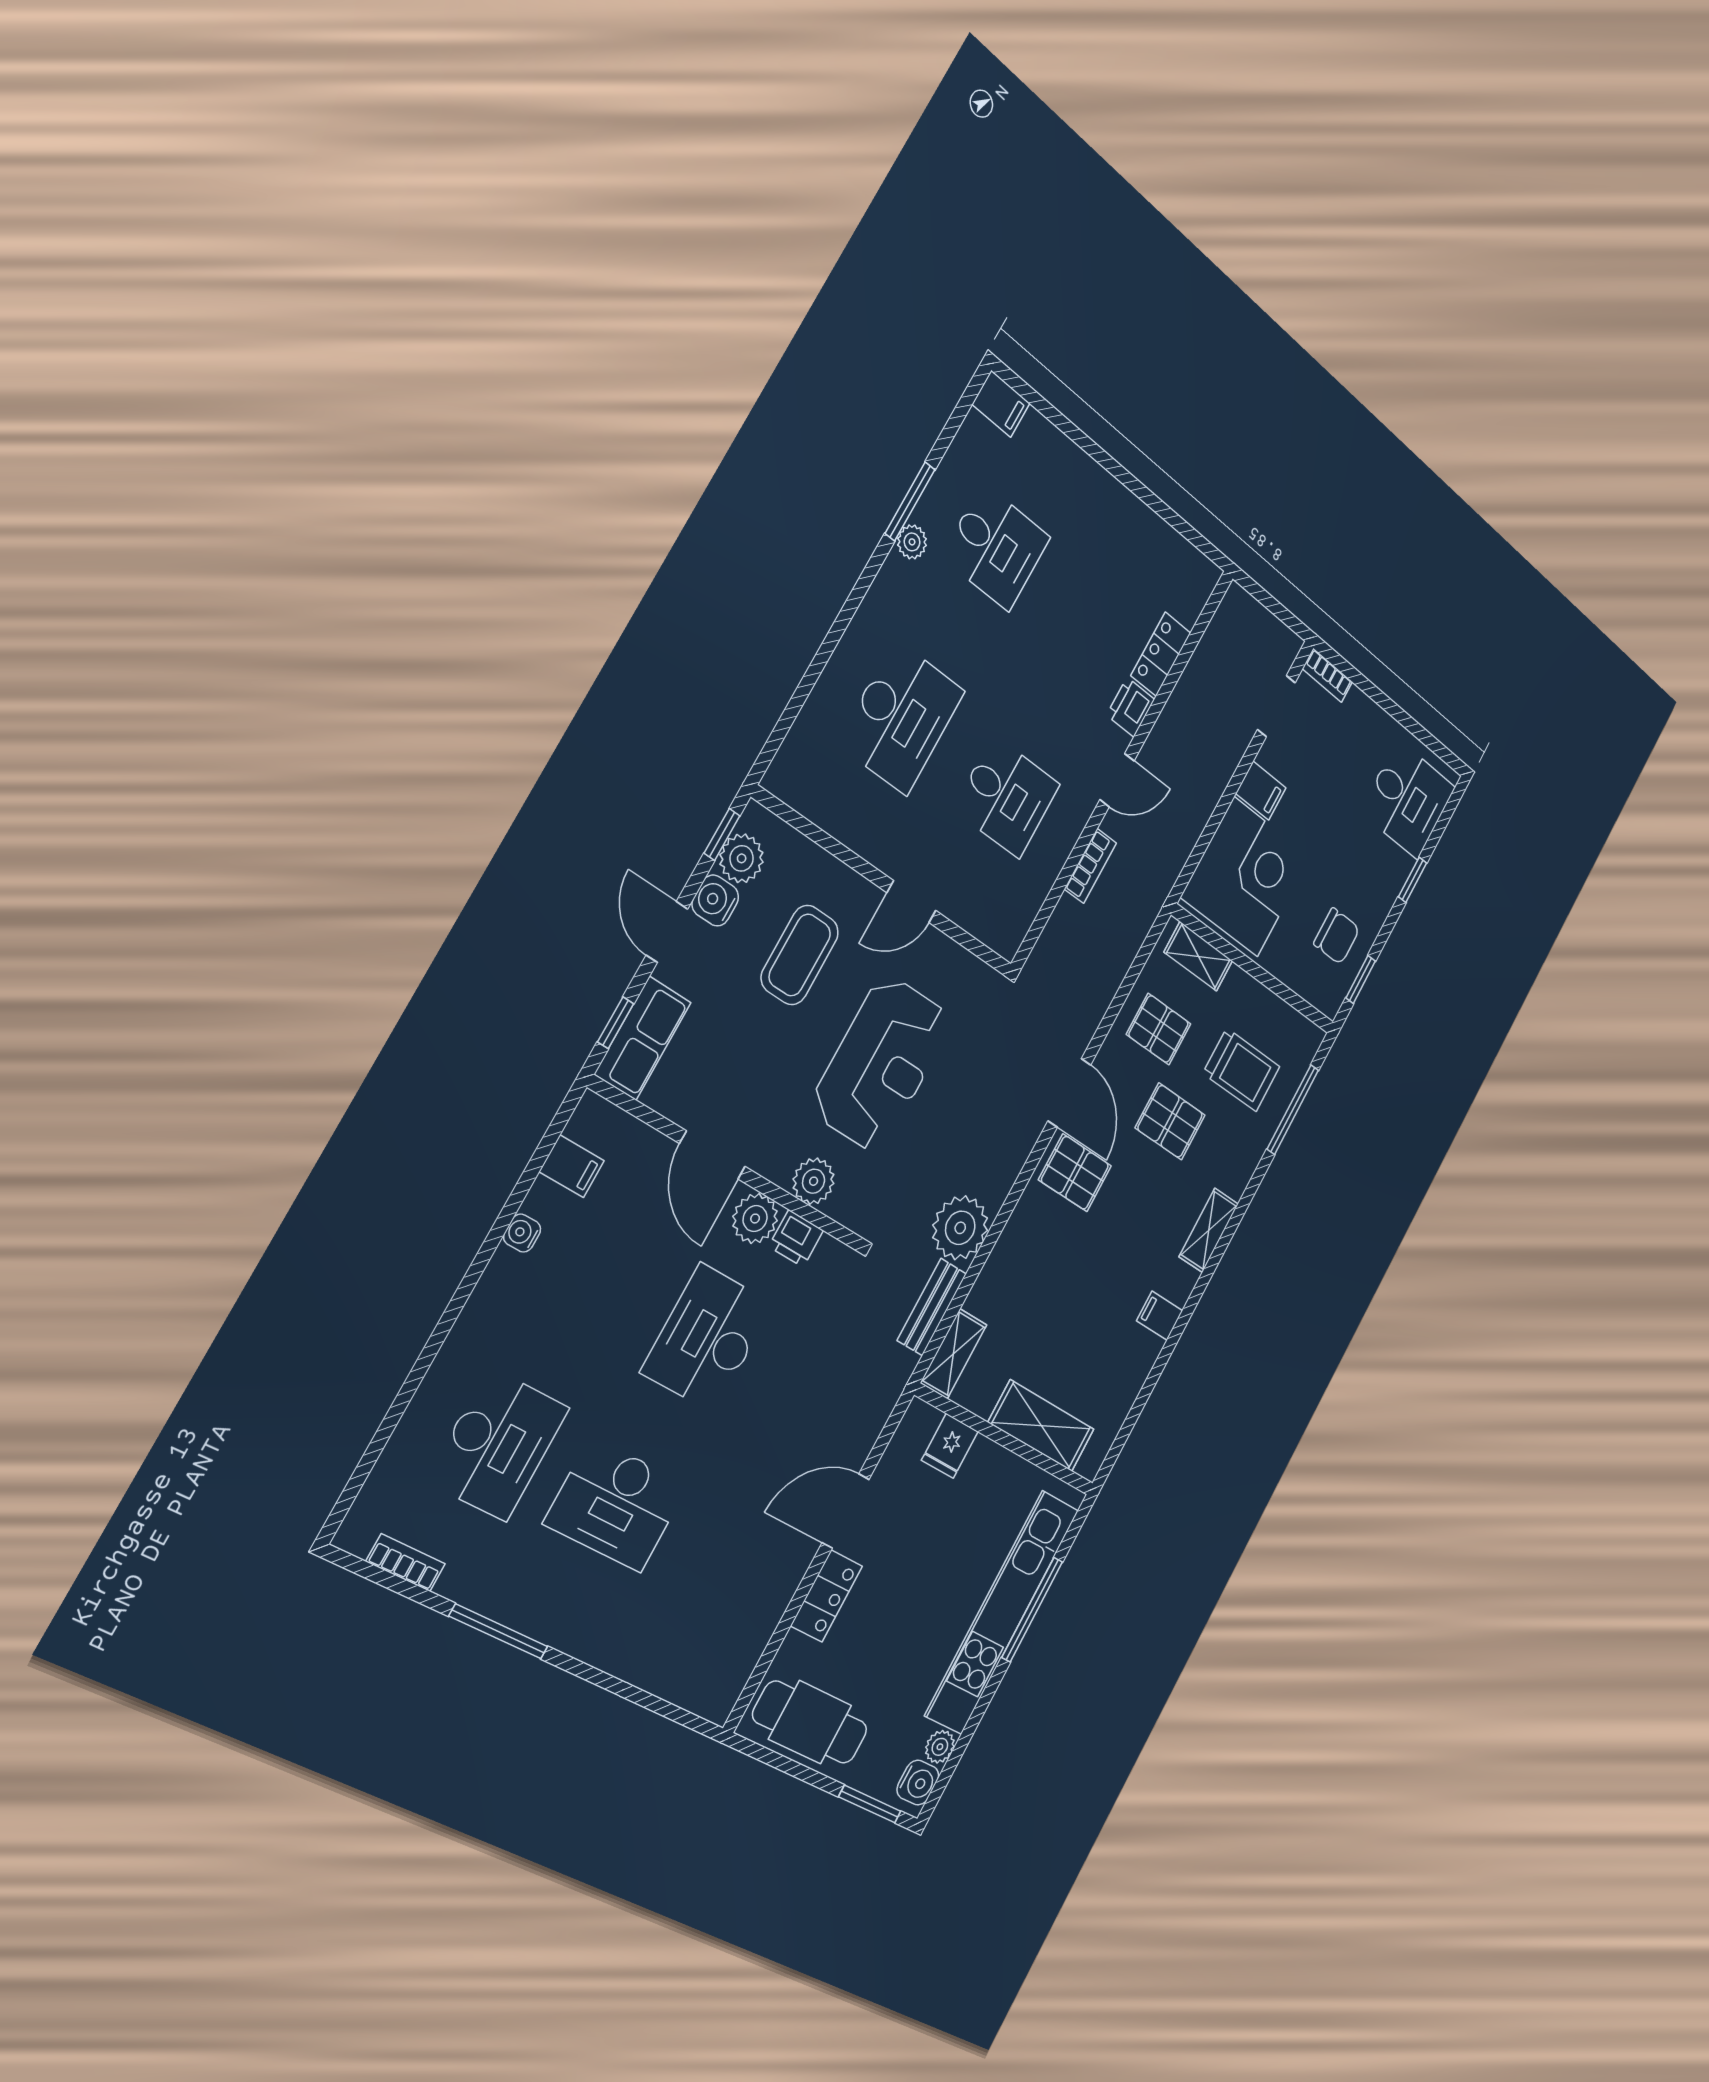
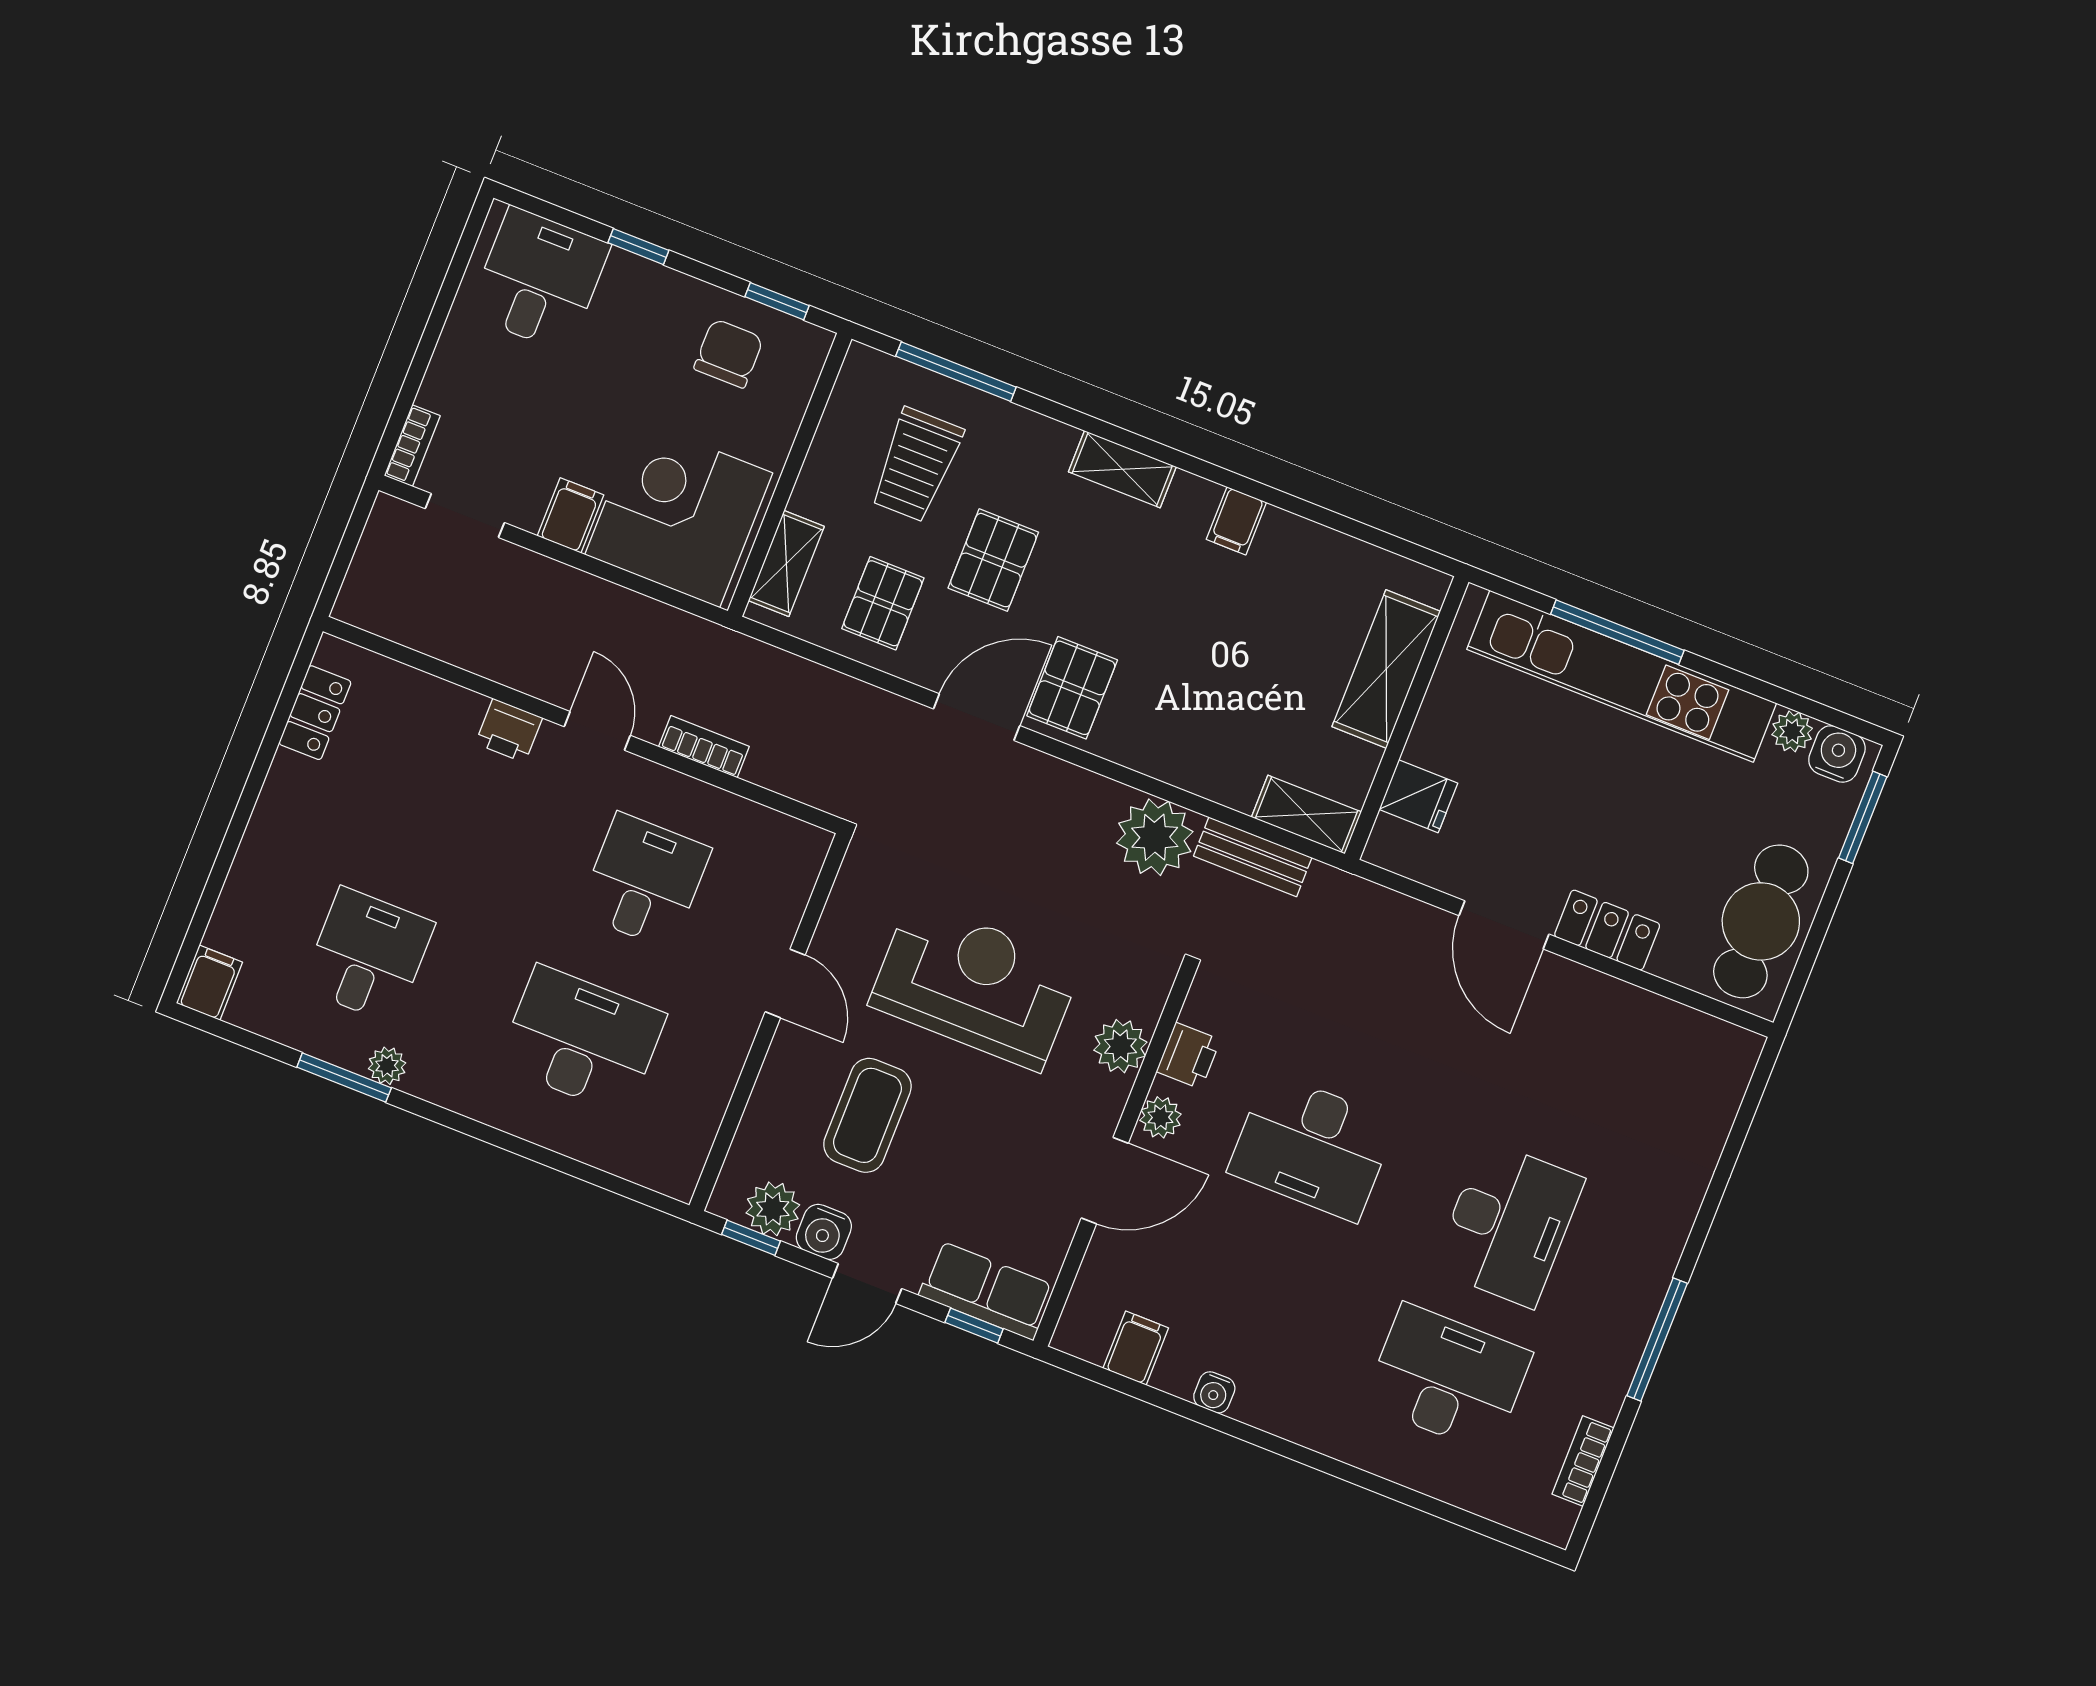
locker: (1161, 654) -> (315, 713), moved, turned -90
coffee table: (800, 955) -> (867, 1115), turned 90
trolley: (1241, 1070) -> (916, 465), turned 180
plant: (755, 1219) -> (1160, 1117), width x0.73, depth x0.73

